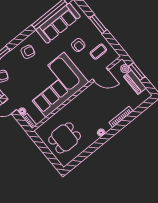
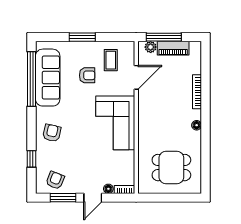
window: (137, 71) -> (164, 37), width x1.44
corner sofa: (55, 85) -> (115, 123), width x0.73, depth x0.74
dining table: (65, 138) -> (171, 168), turned 90

